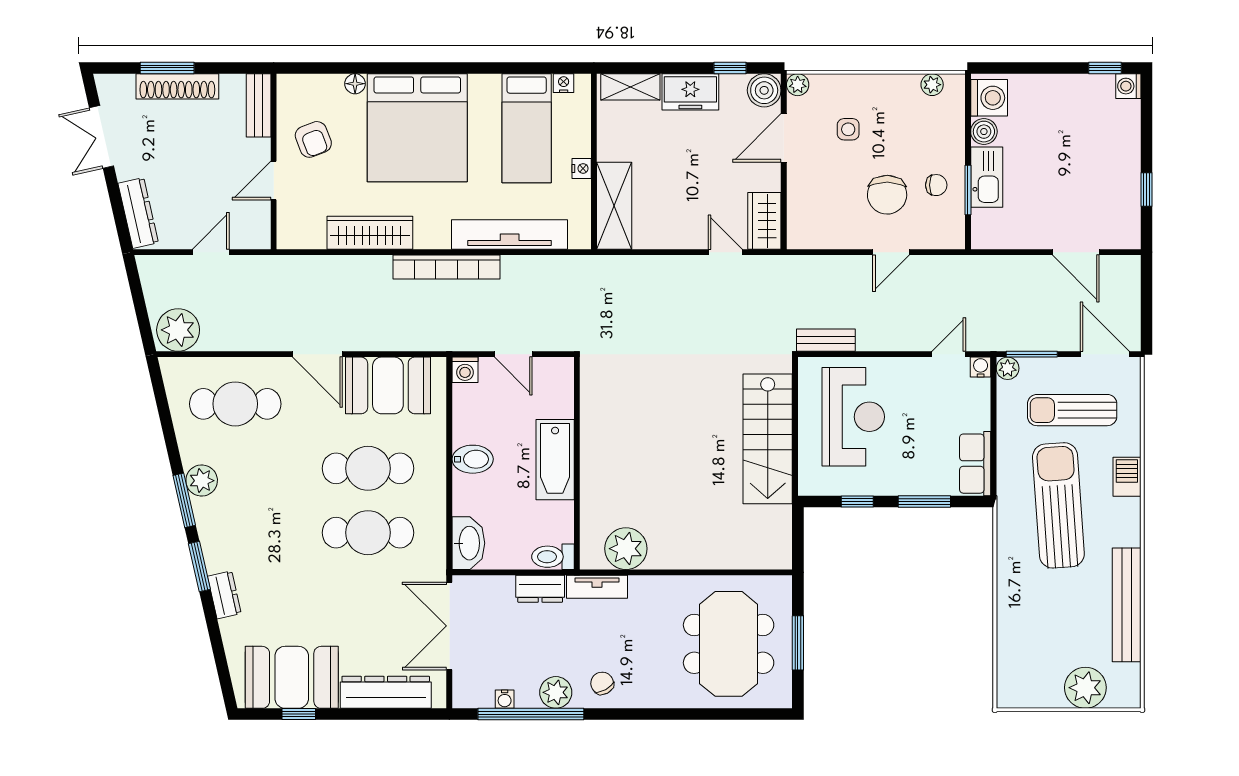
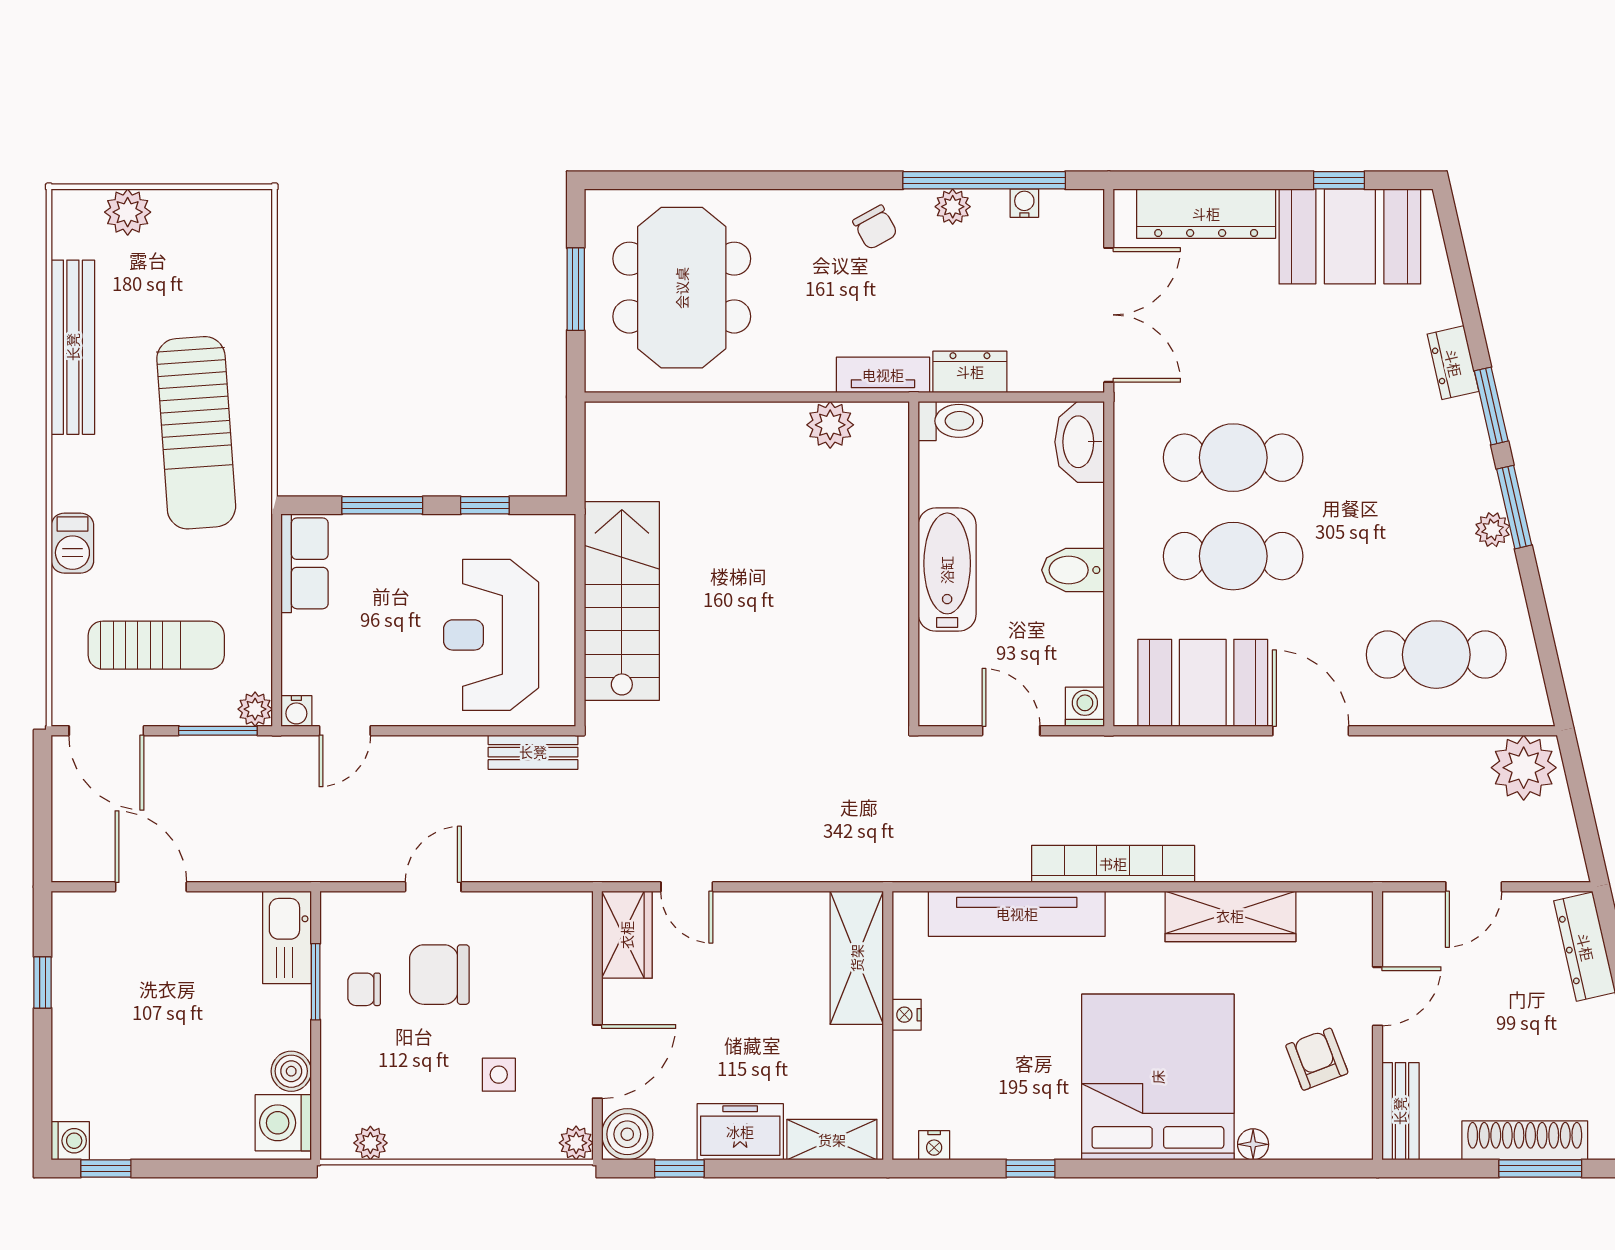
window: (501, 68) -> (1030, 1168), added
bed: (527, 128) -> (991, 1076), removed
kitchen sink: (987, 177) -> (287, 937), moved
chair: (887, 195) -> (439, 975), turned -91
plant: (202, 481) -> (1493, 530), width x0.73, depth x0.73
sun lounger: (1058, 505) -> (196, 433), moved
plant: (626, 549) -> (830, 425), width x0.73, depth x0.73
plant: (1085, 688) -> (128, 212), width x0.73, depth x0.73
plant: (556, 692) -> (953, 207), width x0.73, depth x0.73

